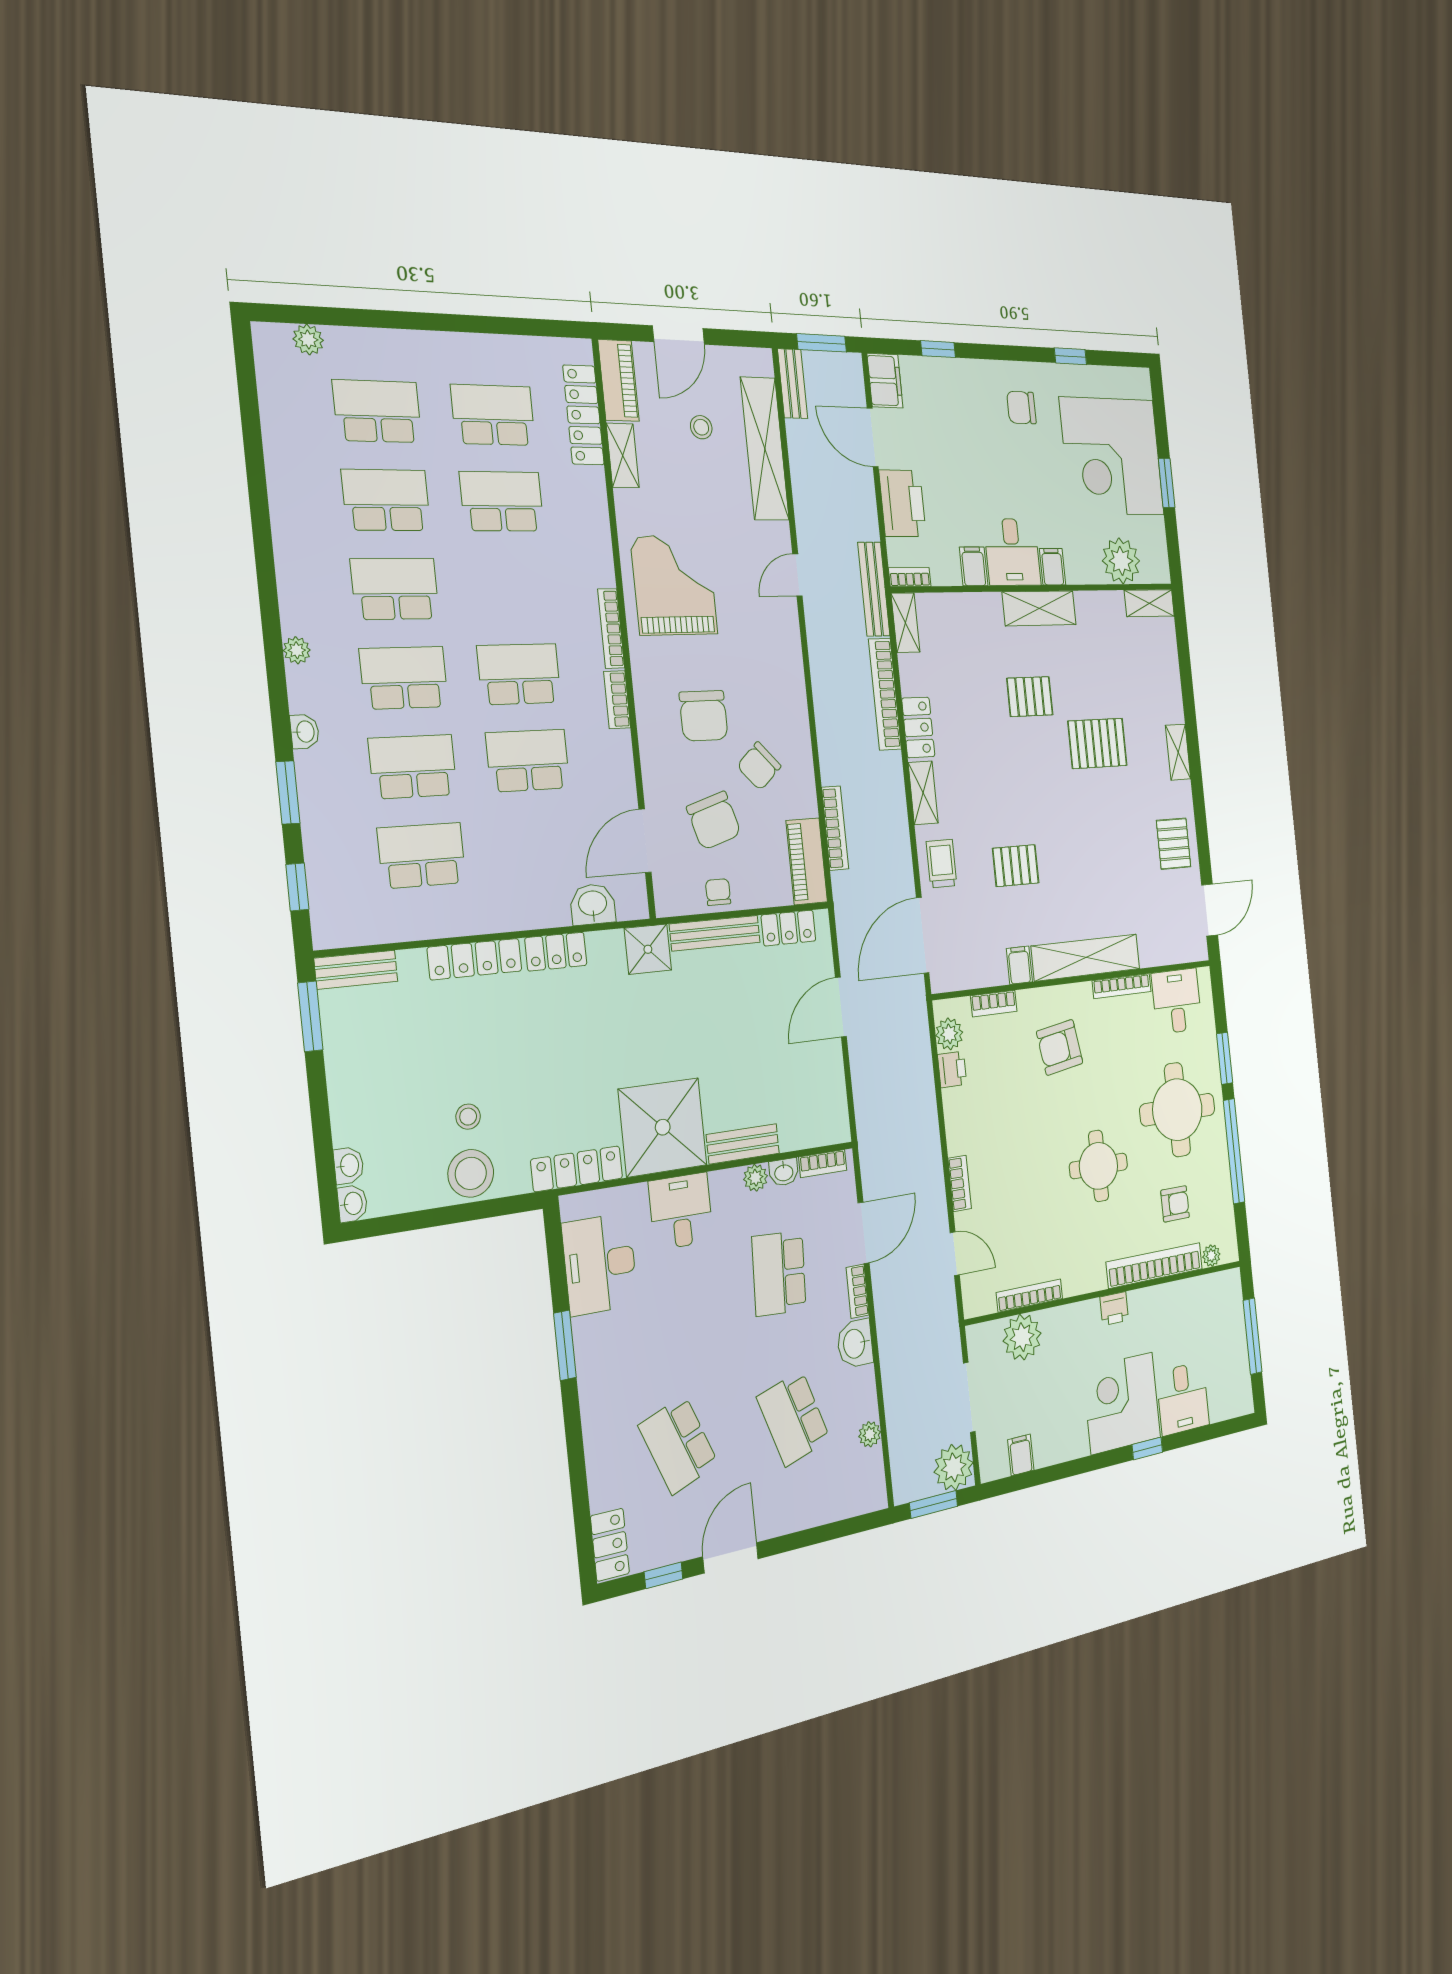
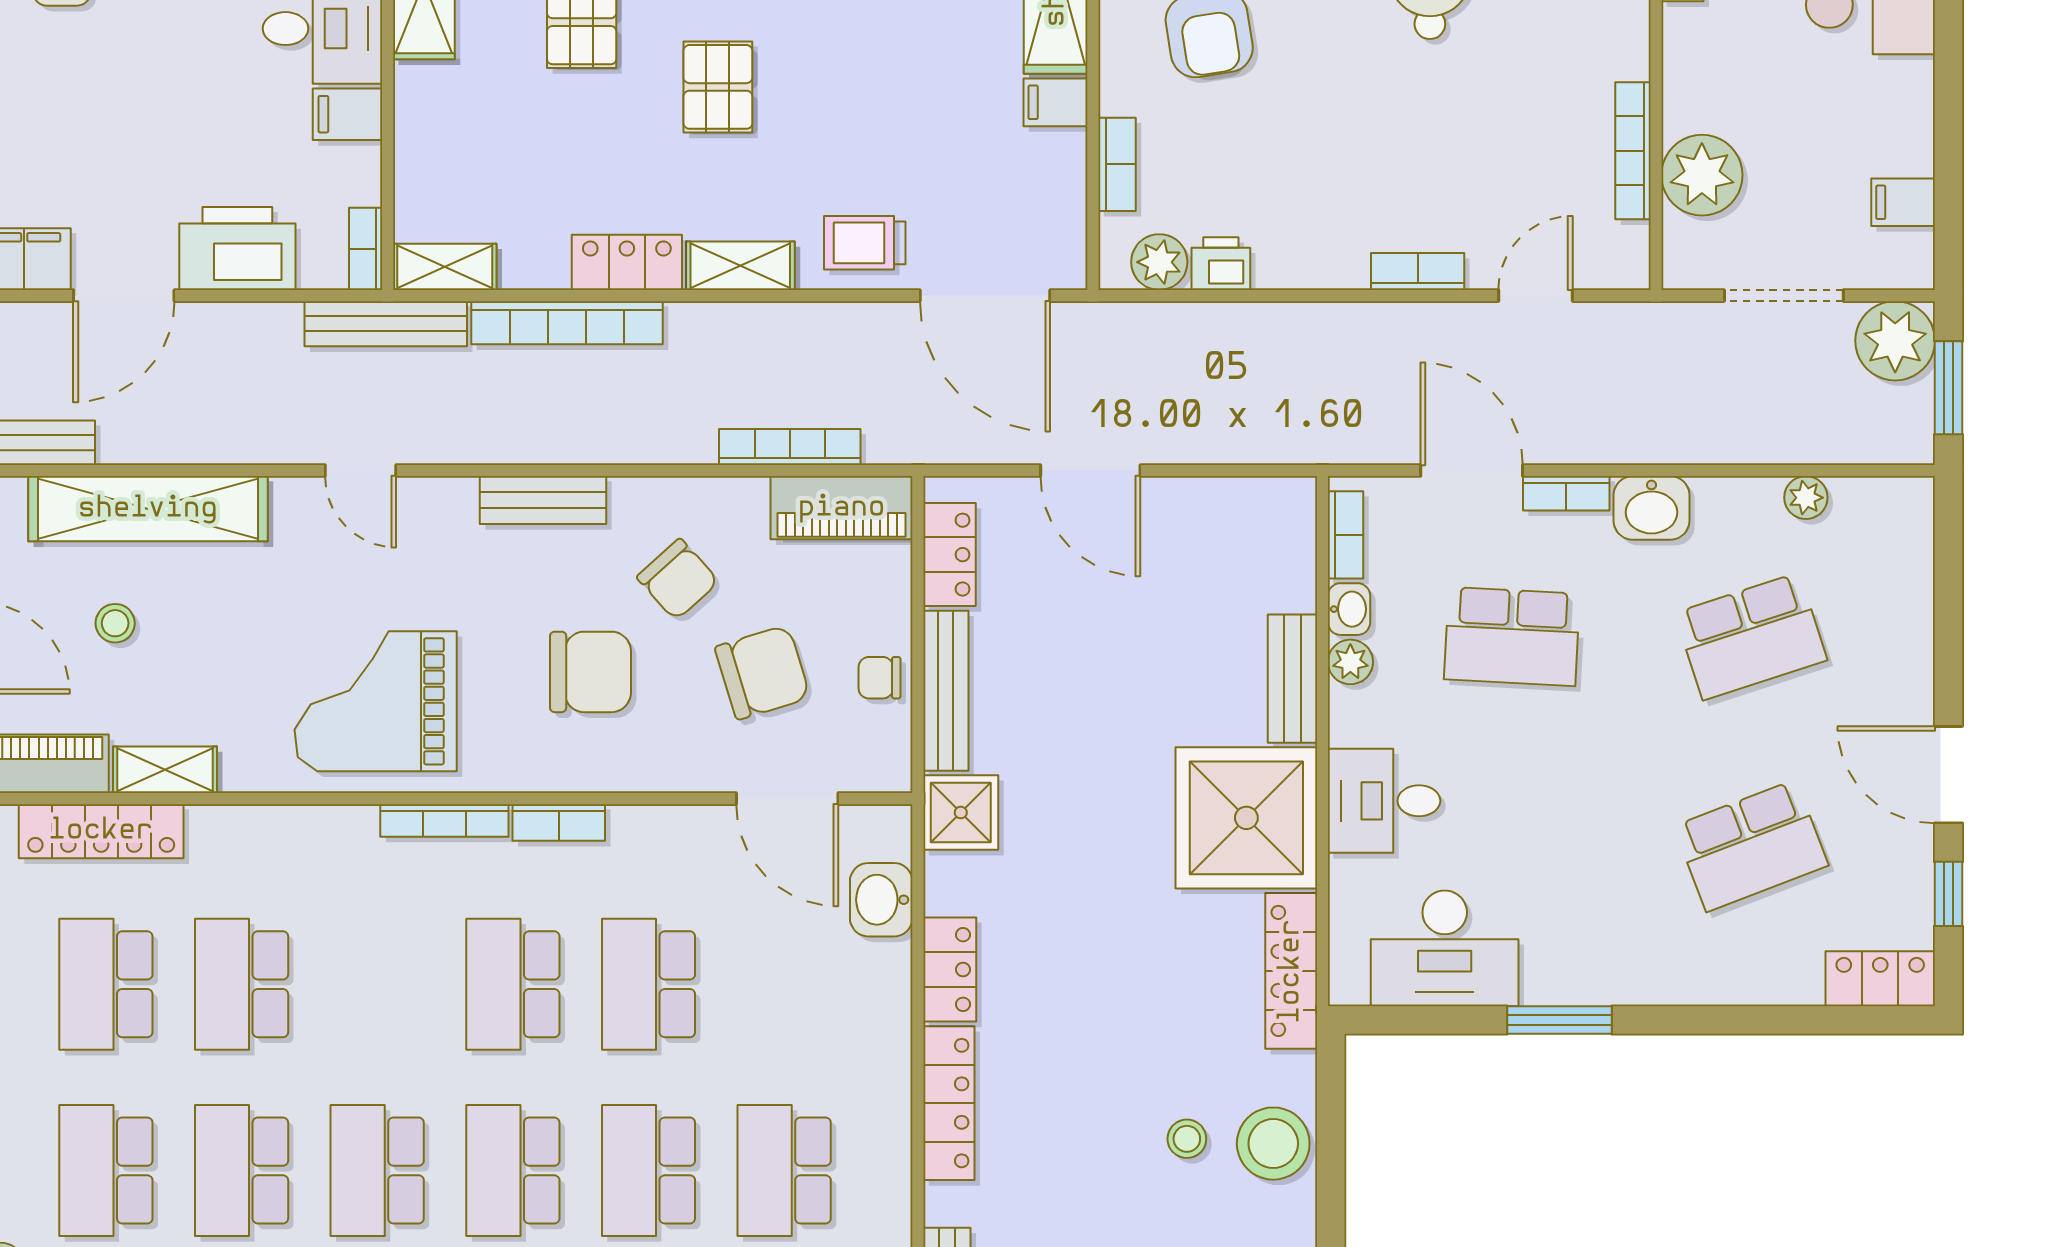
bench: (793, 684) -> (543, 500), added
pallet: (1016, 866) -> (718, 87), moved

